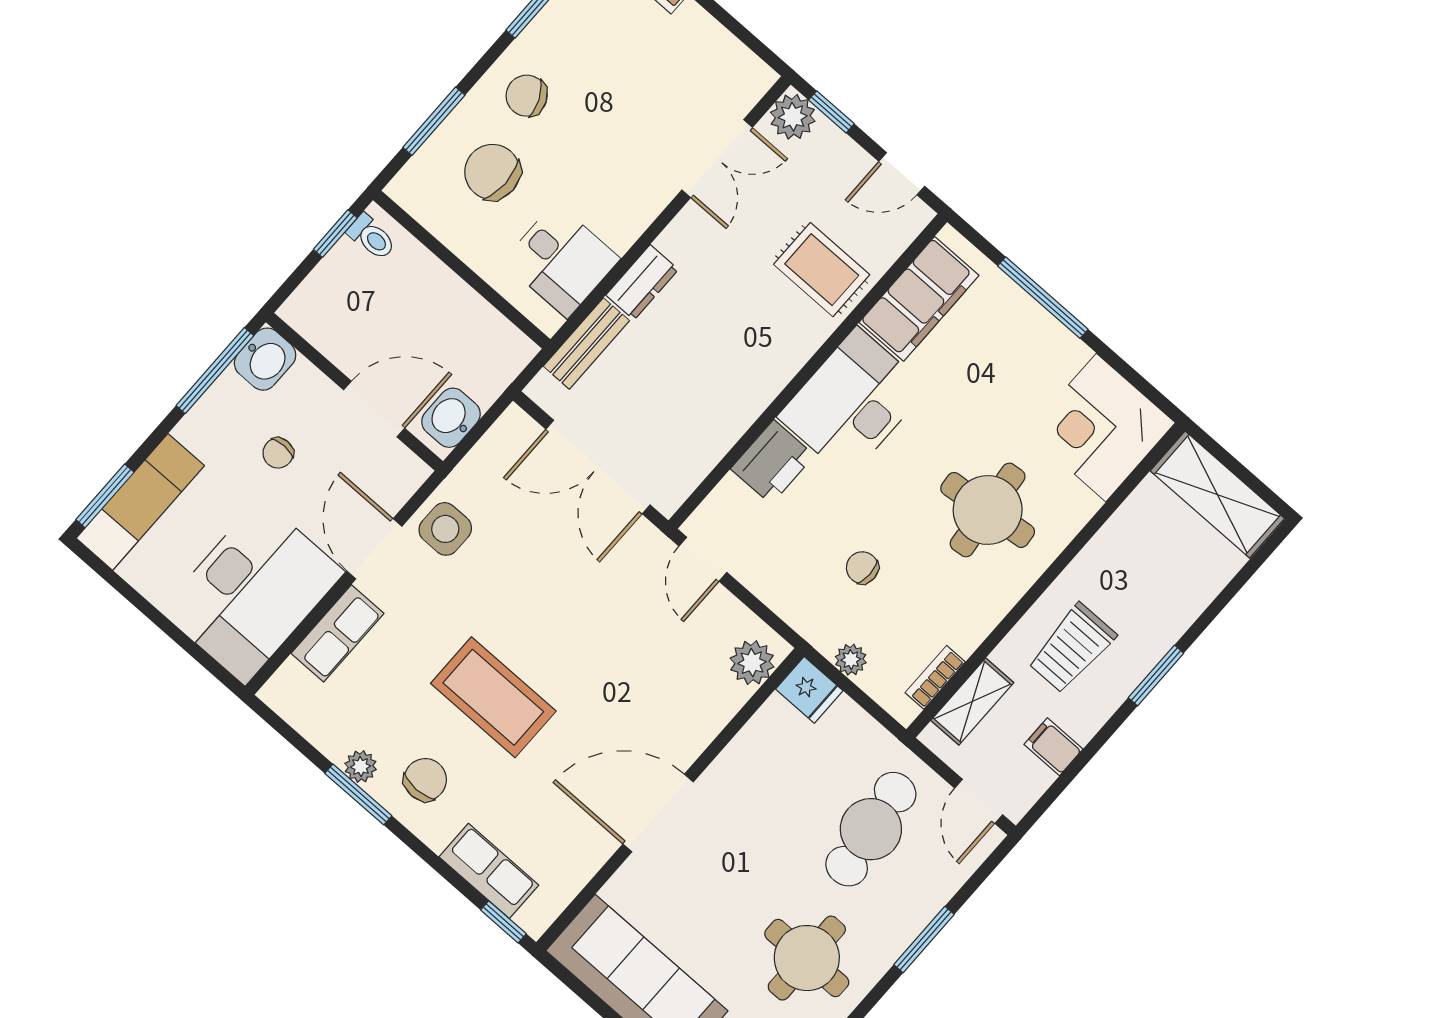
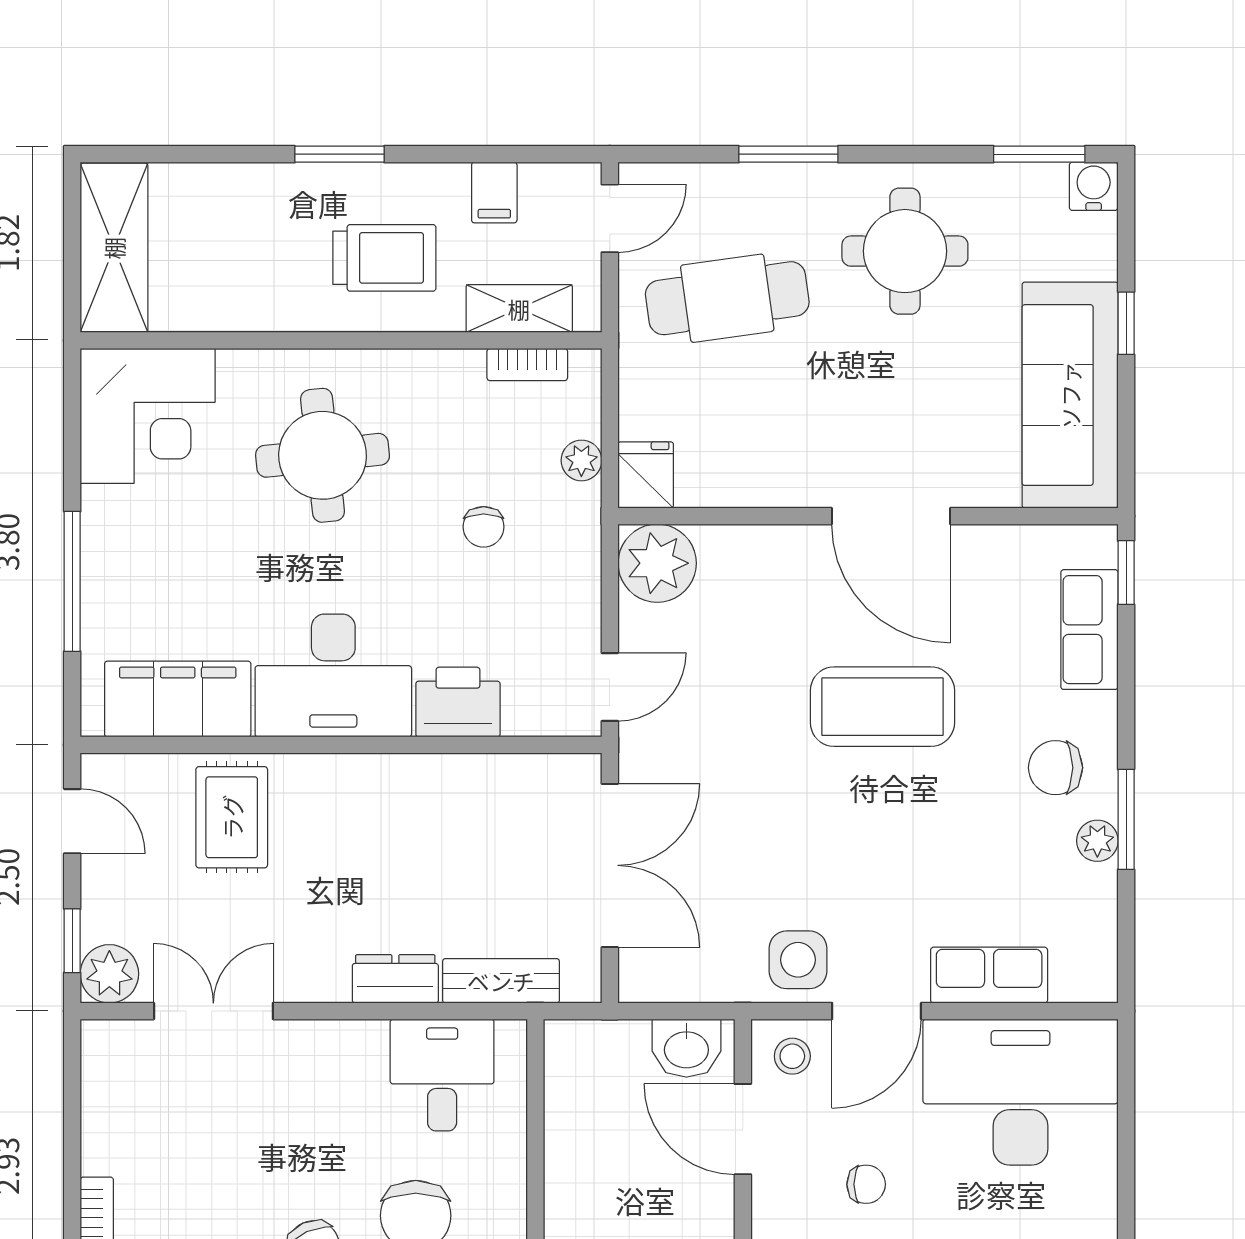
stool: (391, 476) -> (792, 1056), added
plant: (752, 663) -> (657, 563), width x1.36, depth x1.36
coffee table: (493, 697) -> (882, 707), moved, turned 90

